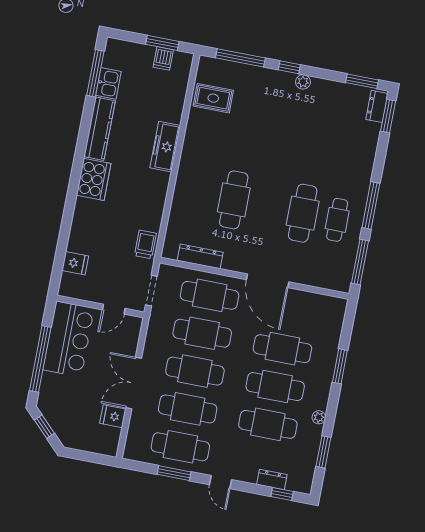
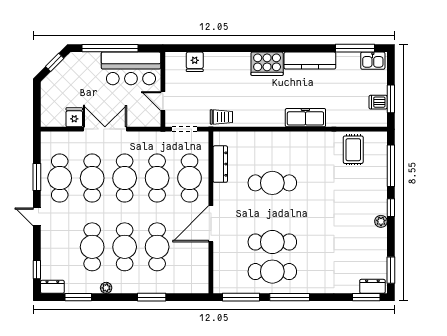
kitchen sink: (108, 83) -> (373, 61), moved
cafe table: (337, 220) -> (272, 272), width x1.37, depth x1.35
dresser: (272, 479) -> (52, 287), moved, turned -90
door: (221, 482) -> (37, 217), hinge flipped

